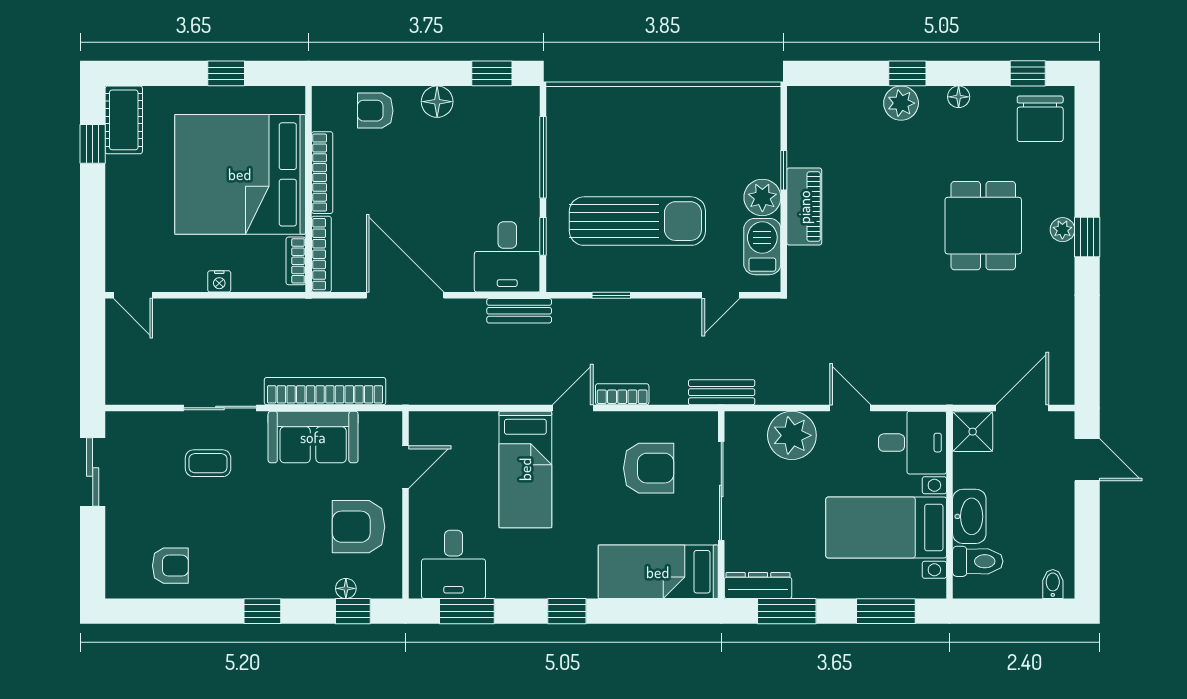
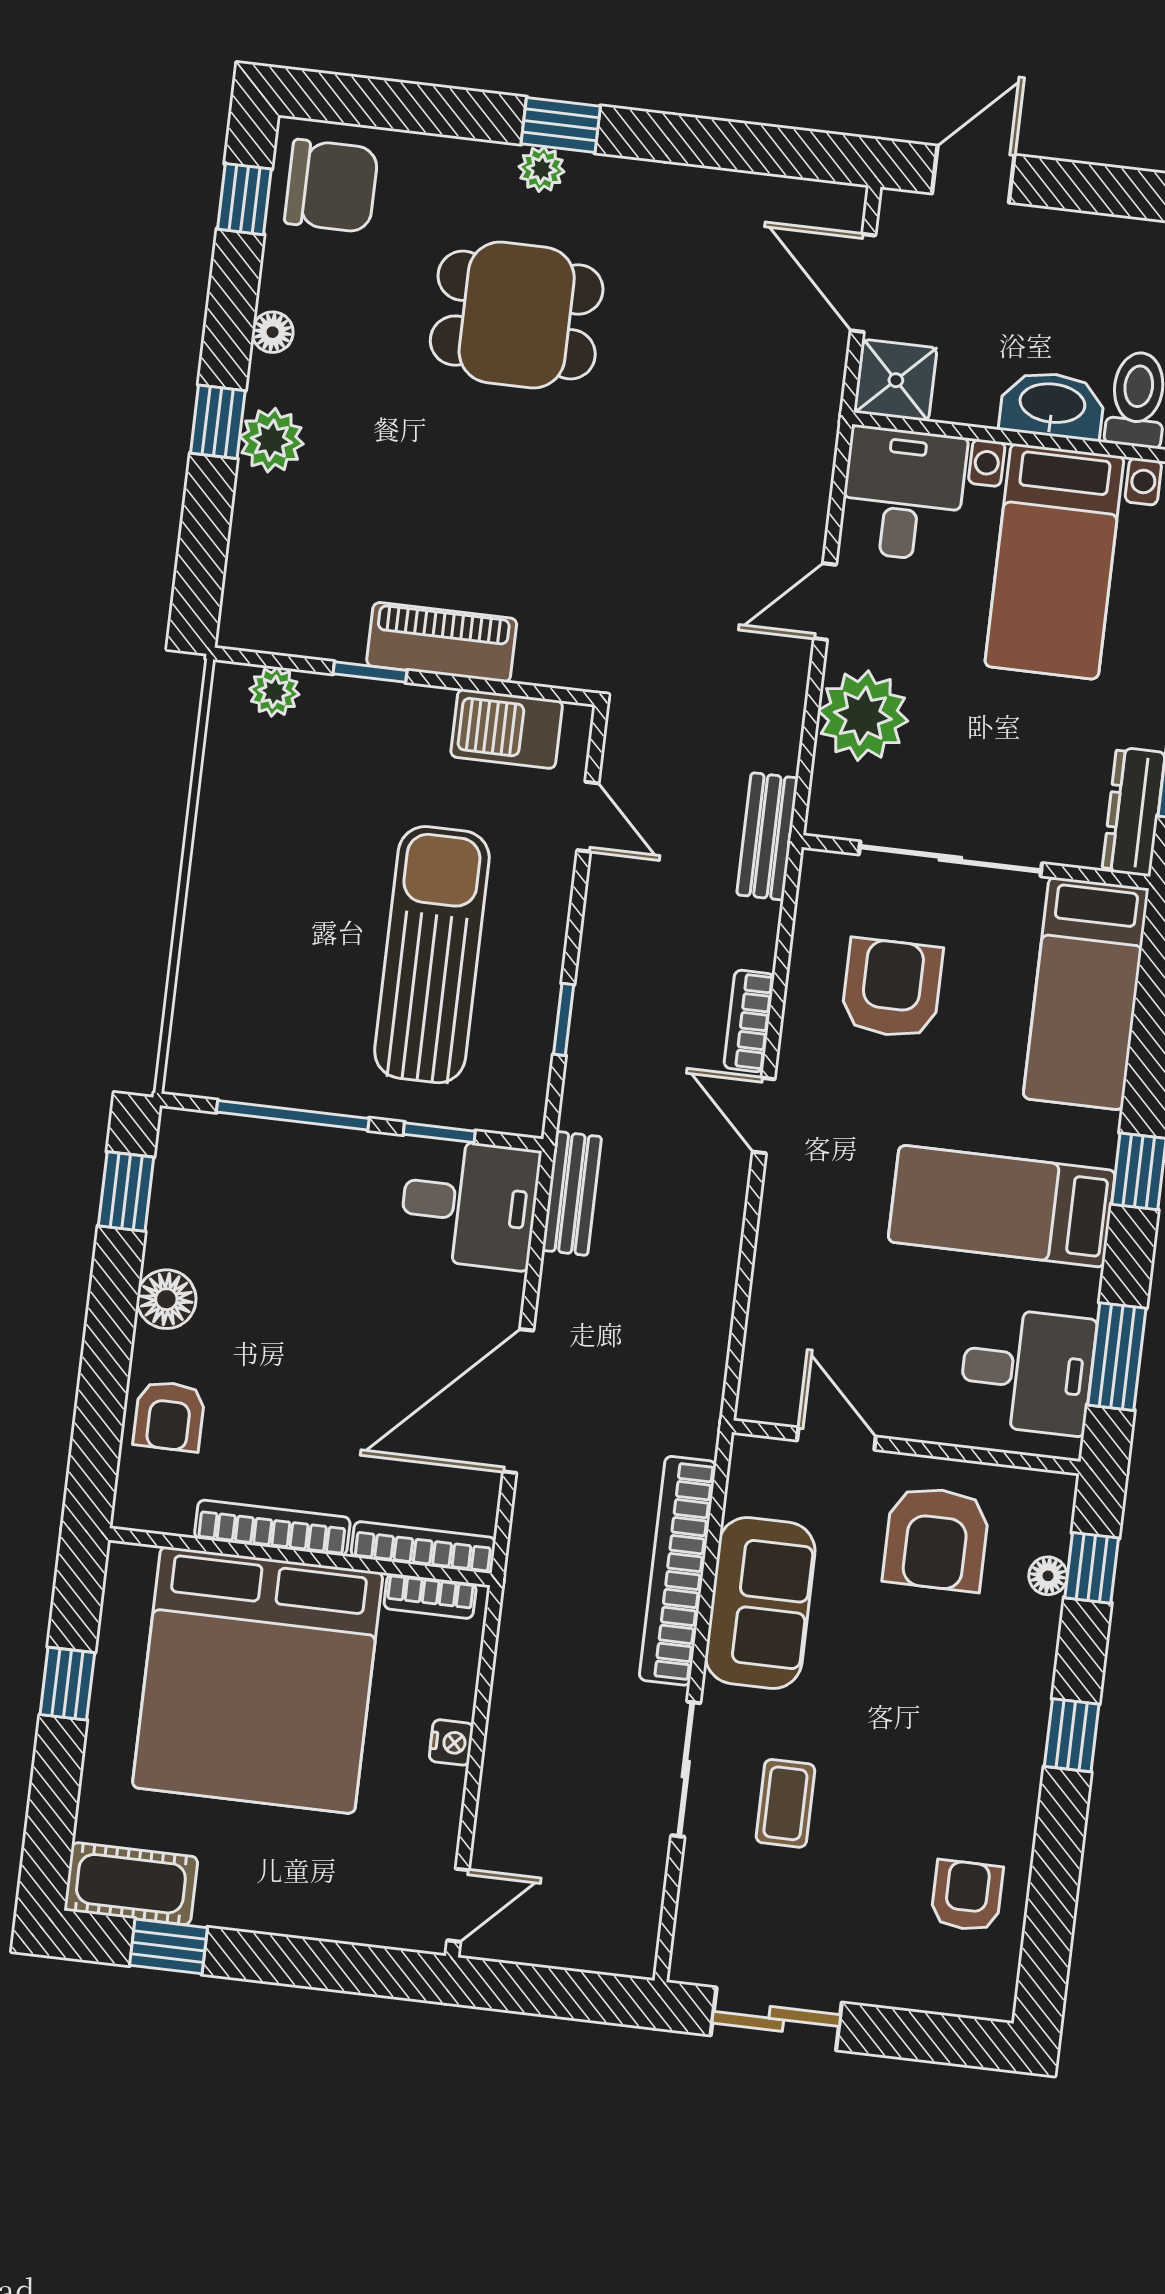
plant: (762, 197) -> (274, 692), moved, width x0.73, depth x0.73
bed: (525, 469) -> (1002, 1206), moved, turned 180

